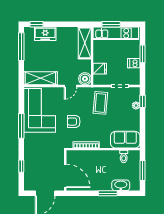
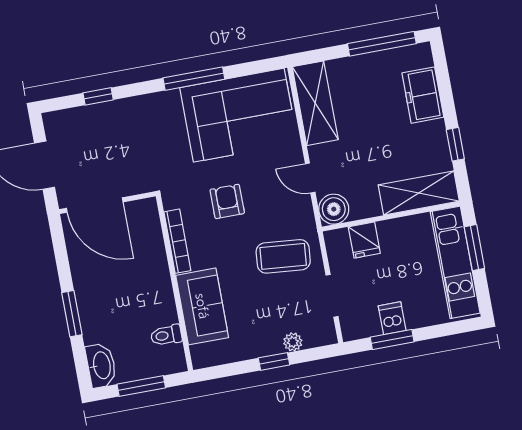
window: (36, 24) -> (455, 144), moved
window: (142, 54) -> (392, 340), moved
window: (142, 101) -> (274, 361), moved
sofa: (125, 140) -> (202, 306), moved
door: (65, 176) -> (95, 205), hinge flipped
washbasin: (121, 185) -> (101, 365), moved

